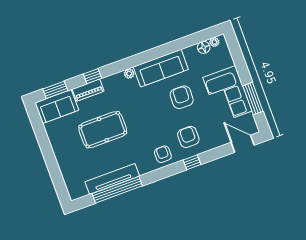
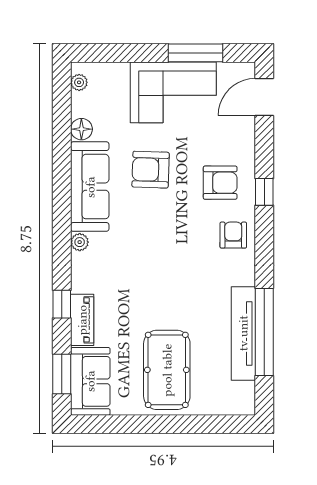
floor lamp: (204, 47) -> (81, 129), moved
pool table: (103, 130) -> (167, 370), moved
armchair: (188, 137) -> (220, 183), turned 180
armchair: (163, 154) -> (233, 235), turned 90

